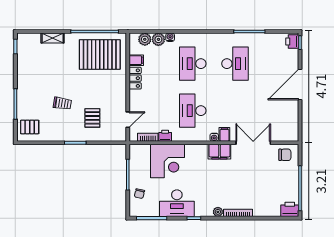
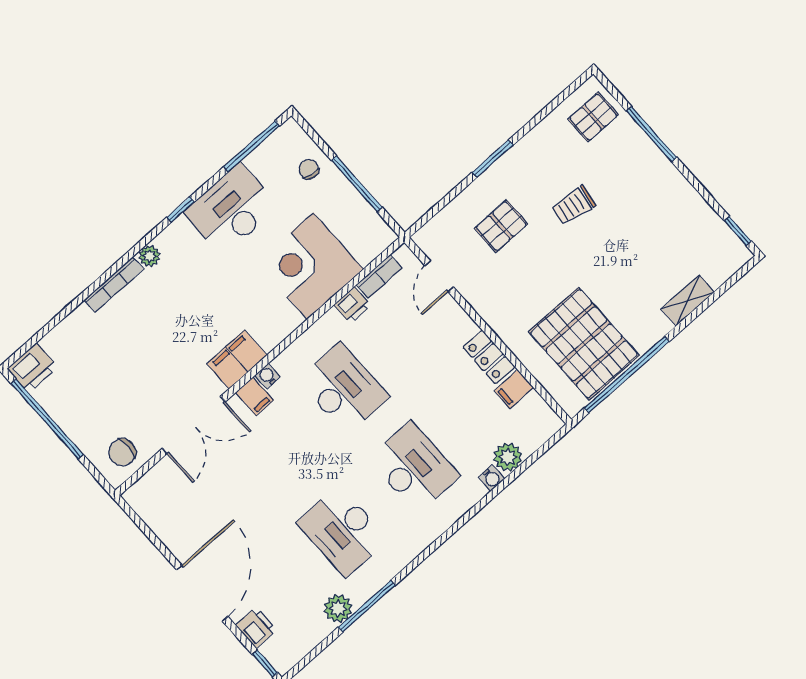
plant: (145, 39) -> (338, 608), moved
printer: (292, 42) -> (256, 628), moved
pallet: (100, 54) -> (584, 344), turned 90
pallet: (92, 118) -> (501, 226), turned 90

